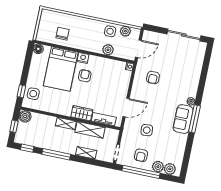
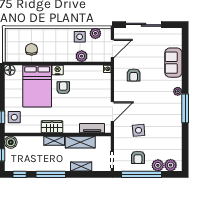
sliding door: (184, 35) -> (144, 25), moved
wardrobe: (82, 113) -> (52, 127), moved
sofa: (183, 119) -> (173, 63), moved

